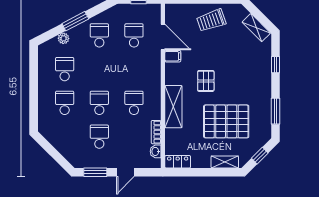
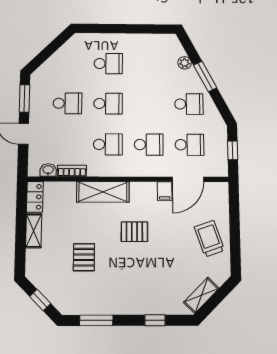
school desk: (65, 69) -> (149, 145), moved
pallet: (226, 121) -> (84, 257), width x0.49, depth x0.50
shelving: (225, 162) -> (34, 231), moved

